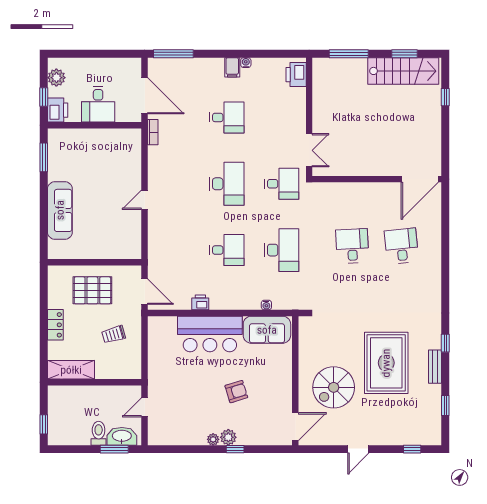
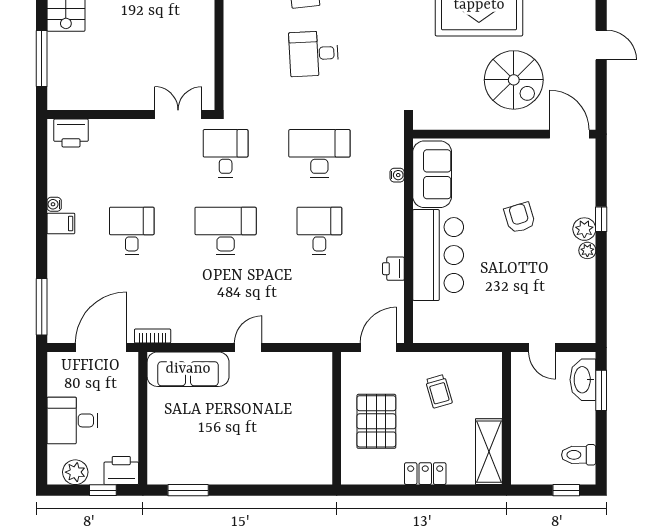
desk: (98, 104) -> (72, 420), moved, turned 180
door: (145, 200) -> (248, 348), swing flipped
sofa: (60, 210) -> (188, 369), moved, turned 180
toilet: (99, 433) -> (579, 455), moved

